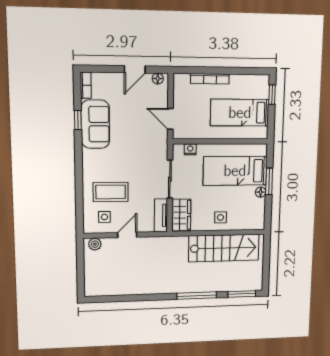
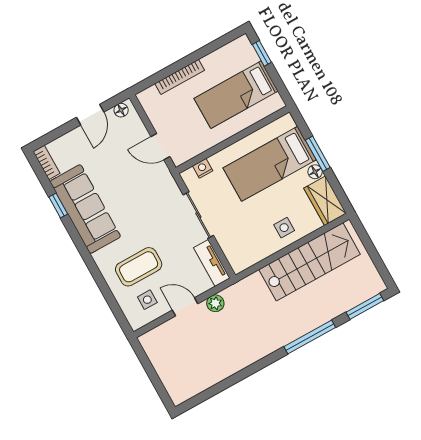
sofa: (95, 124) -> (85, 209), width x1.36
wardrobe: (181, 215) -> (325, 201), moved, turned 180
door: (127, 235) -> (185, 307), hinge flipped
plant: (95, 244) -> (215, 303), moved

